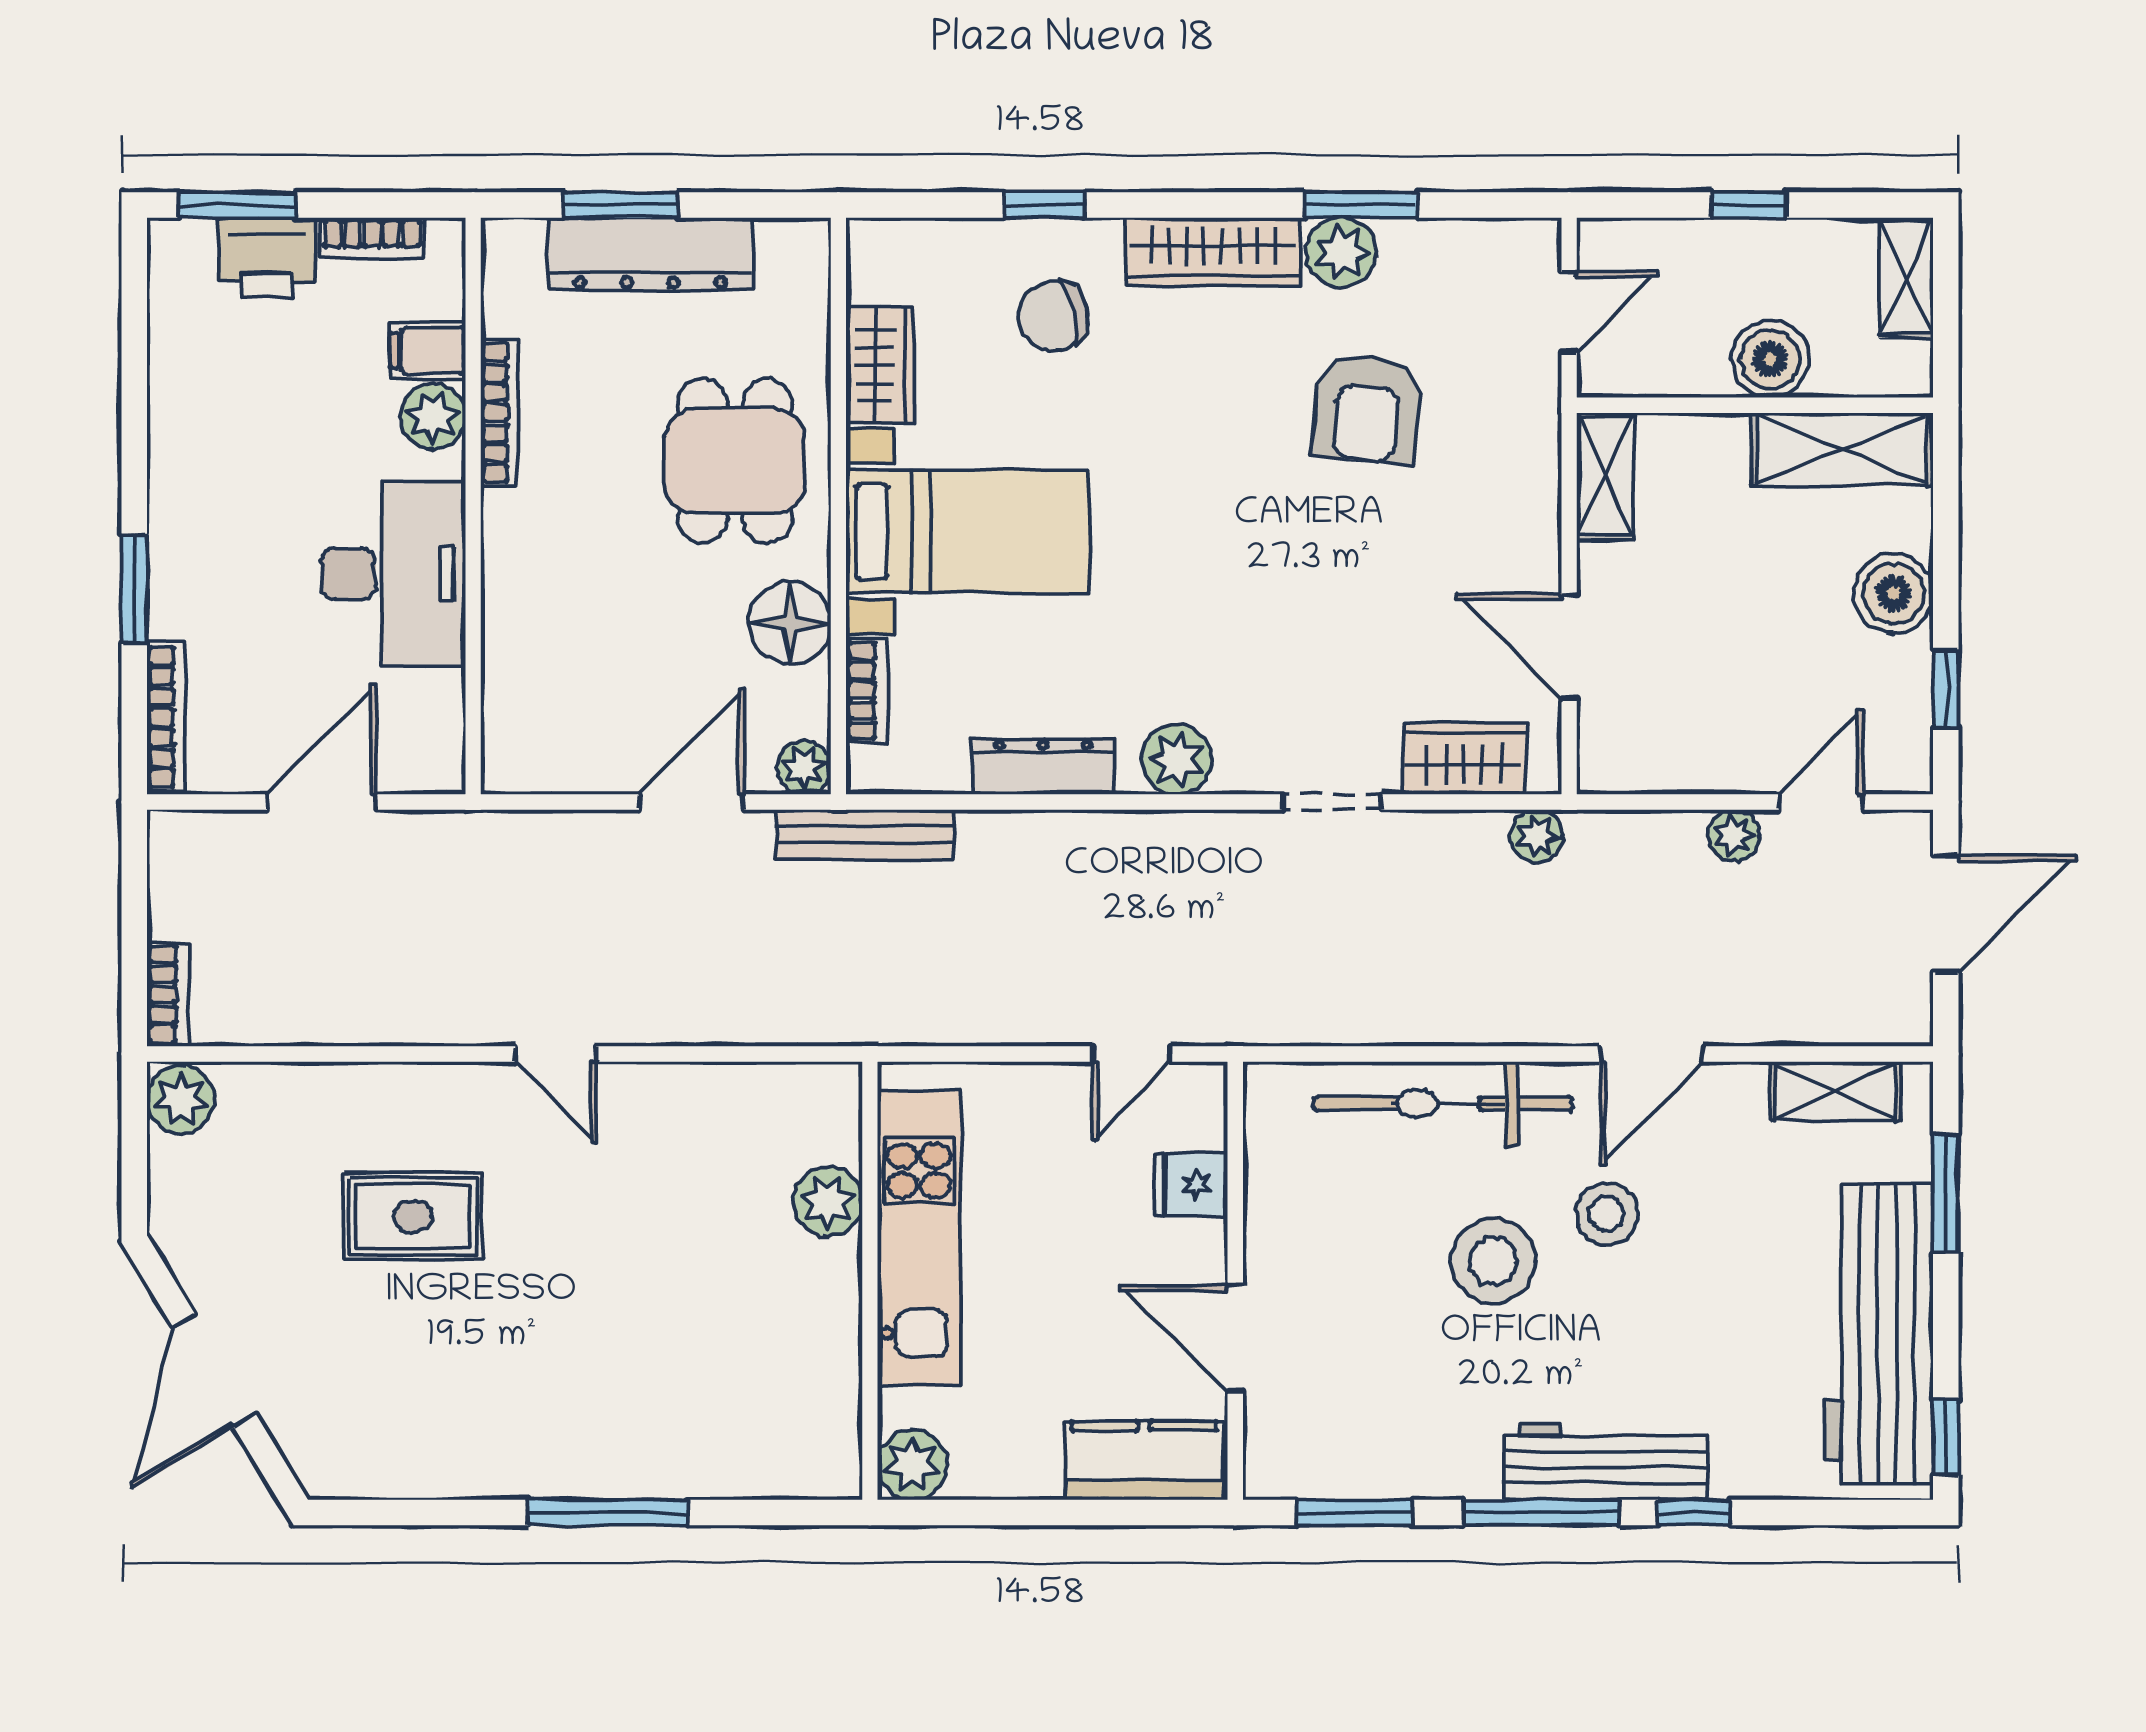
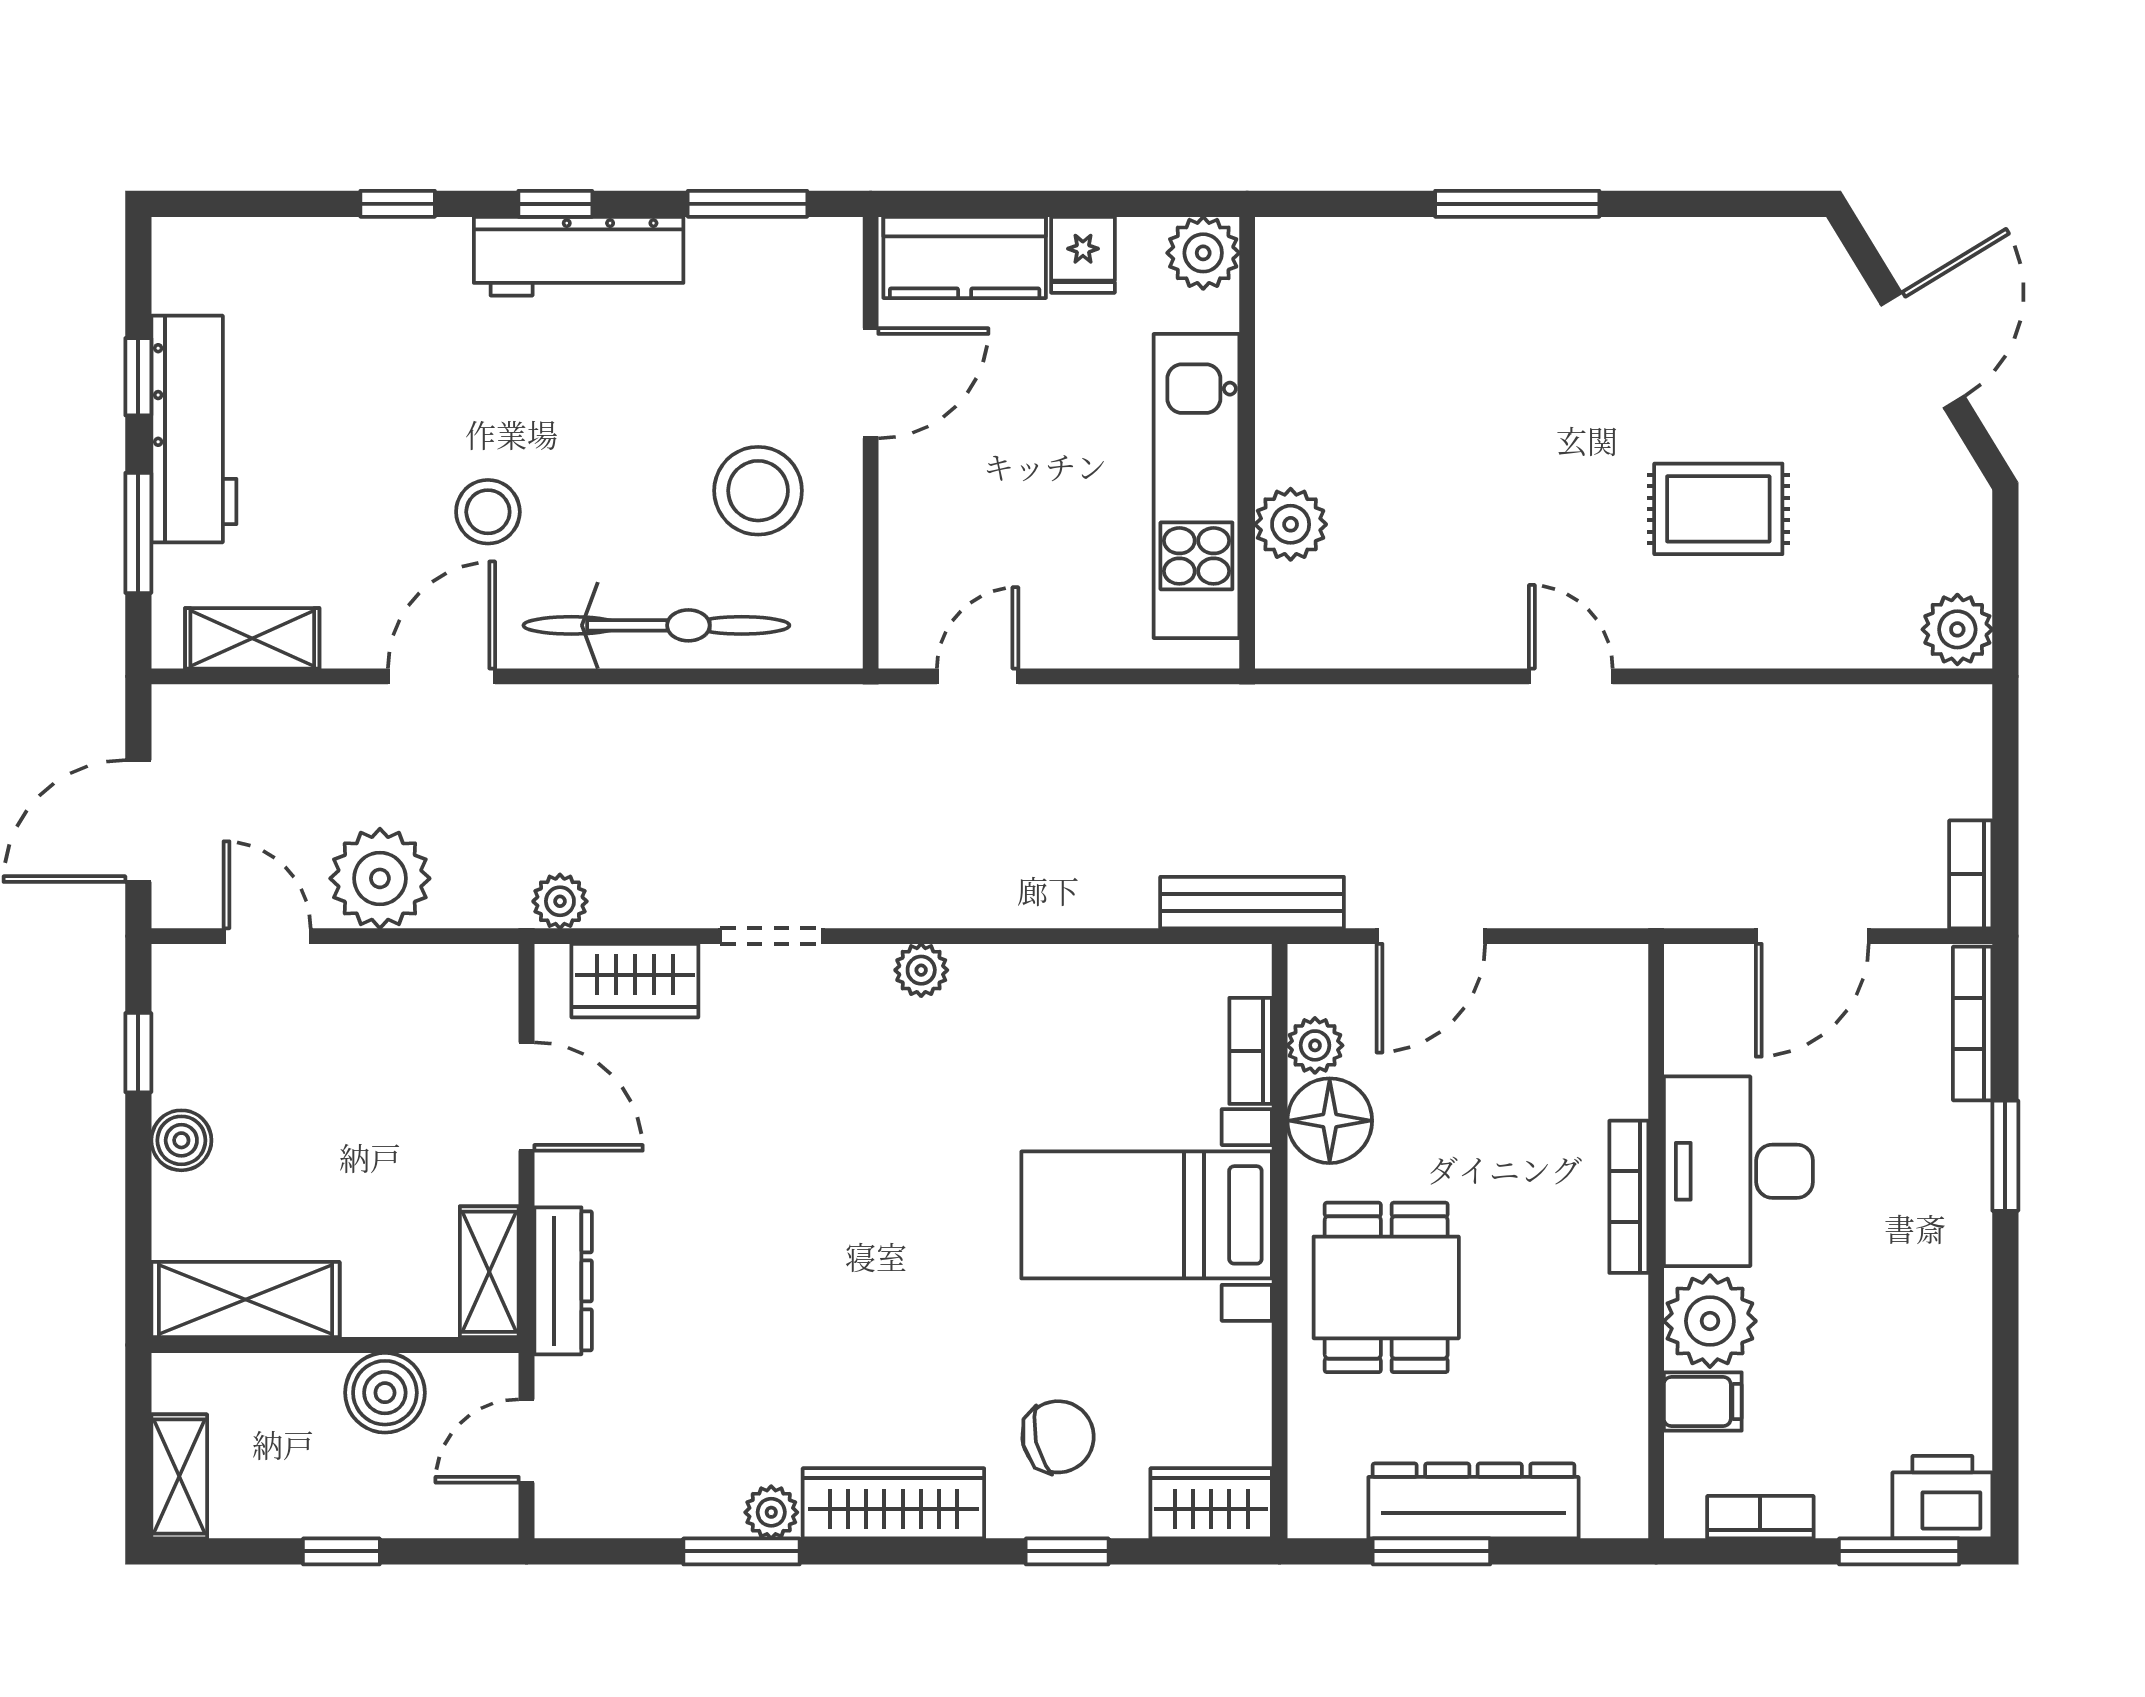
window: (621, 205) -> (1431, 1551), moved
plant: (1341, 252) -> (771, 1512), width x0.73, depth x0.73
printer: (267, 258) -> (1942, 1497), moved
boiler: (1770, 359) -> (385, 1393), moved
wardrobe: (880, 365) -> (1211, 1503), moved, turned 90
armchair: (1367, 409) -> (735, 1341), removed
bookcase: (500, 413) -> (1629, 1197), moved
plant: (433, 417) -> (1710, 1321), width x1.36, depth x1.36
boiler: (1893, 593) -> (181, 1140), width x0.73, depth x0.73
plant: (1177, 759) -> (921, 970), width x0.73, depth x0.73
dresser: (1043, 767) -> (563, 1281), moved, turned -90
plant: (804, 768) -> (1315, 1045), moved
door: (1821, 802) -> (267, 936), swing flipped
plant: (1734, 835) -> (380, 878), width x1.87, depth x1.87
bookcase: (168, 994) -> (1971, 874), moved
fridge: (1191, 1184) -> (1083, 255), moved, turned 90
stool: (1493, 1261) -> (758, 491), moved
workbench: (1879, 1334) -> (194, 429), width x0.73, depth x0.76
door: (1235, 1338) -> (871, 383), hinge flipped
window: (1946, 1437) -> (138, 377), moved
workbench: (1606, 1462) -> (579, 256), moved
window: (1541, 1513) -> (555, 204), width x0.46

